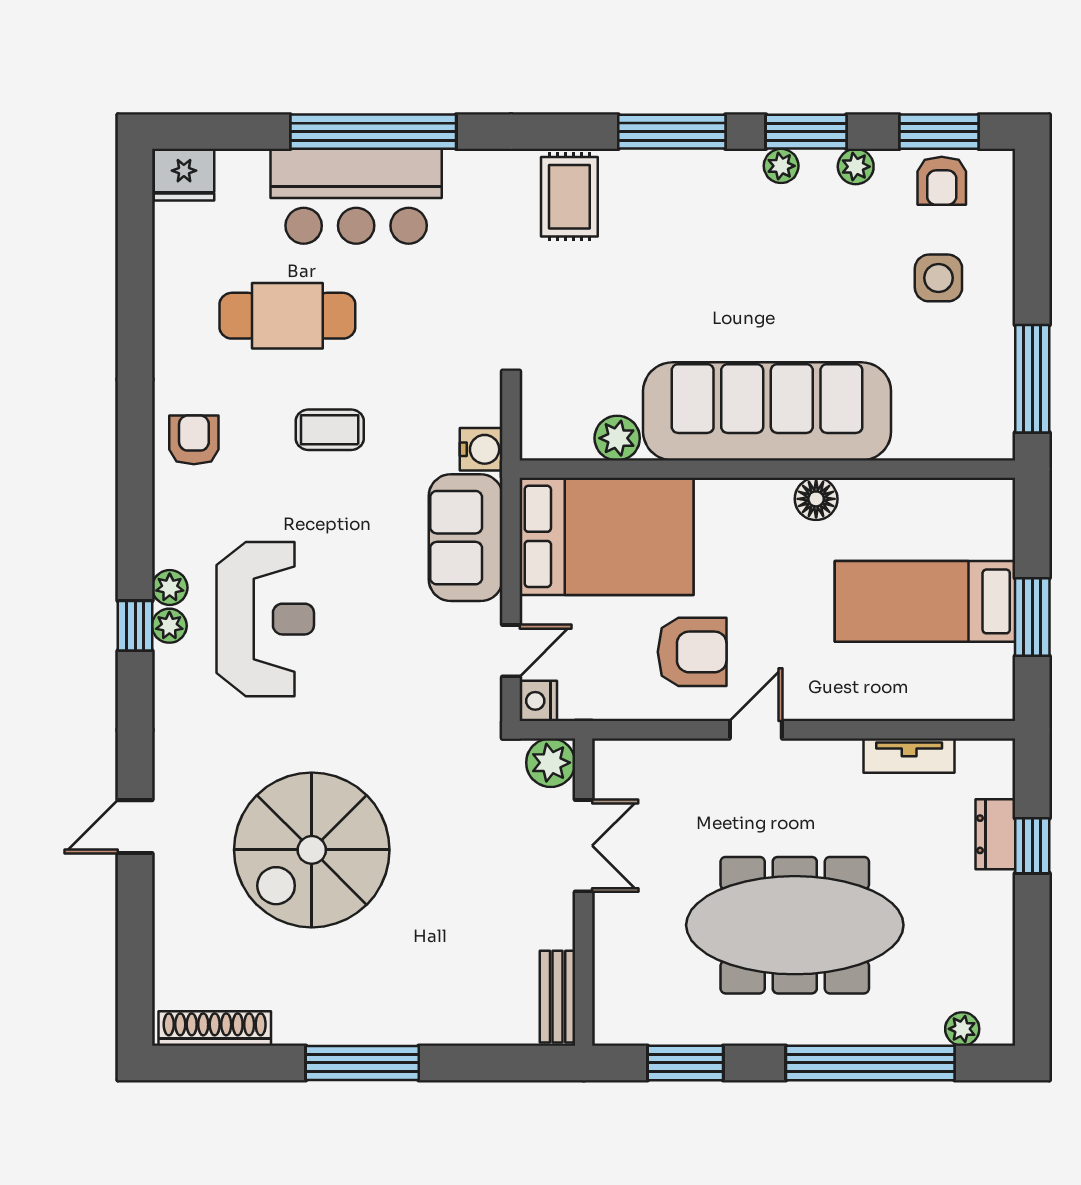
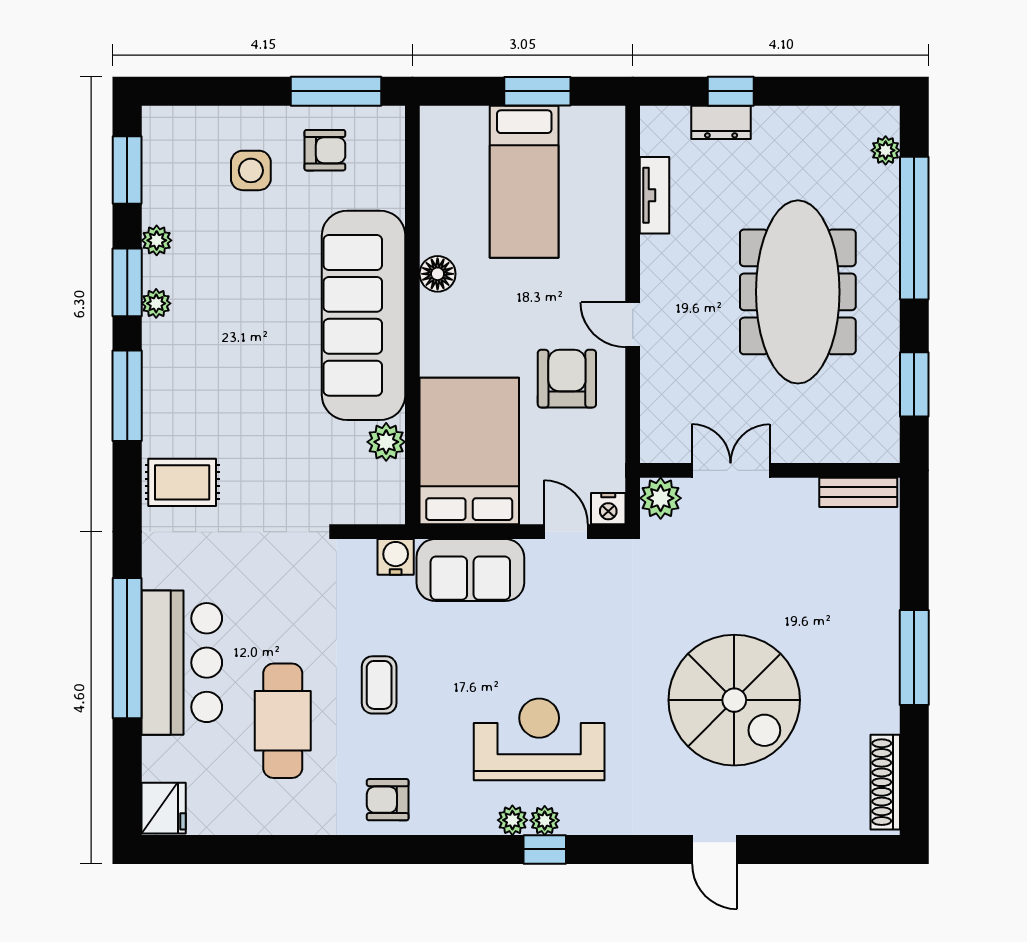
armchair: (942, 181) -> (325, 150), moved

